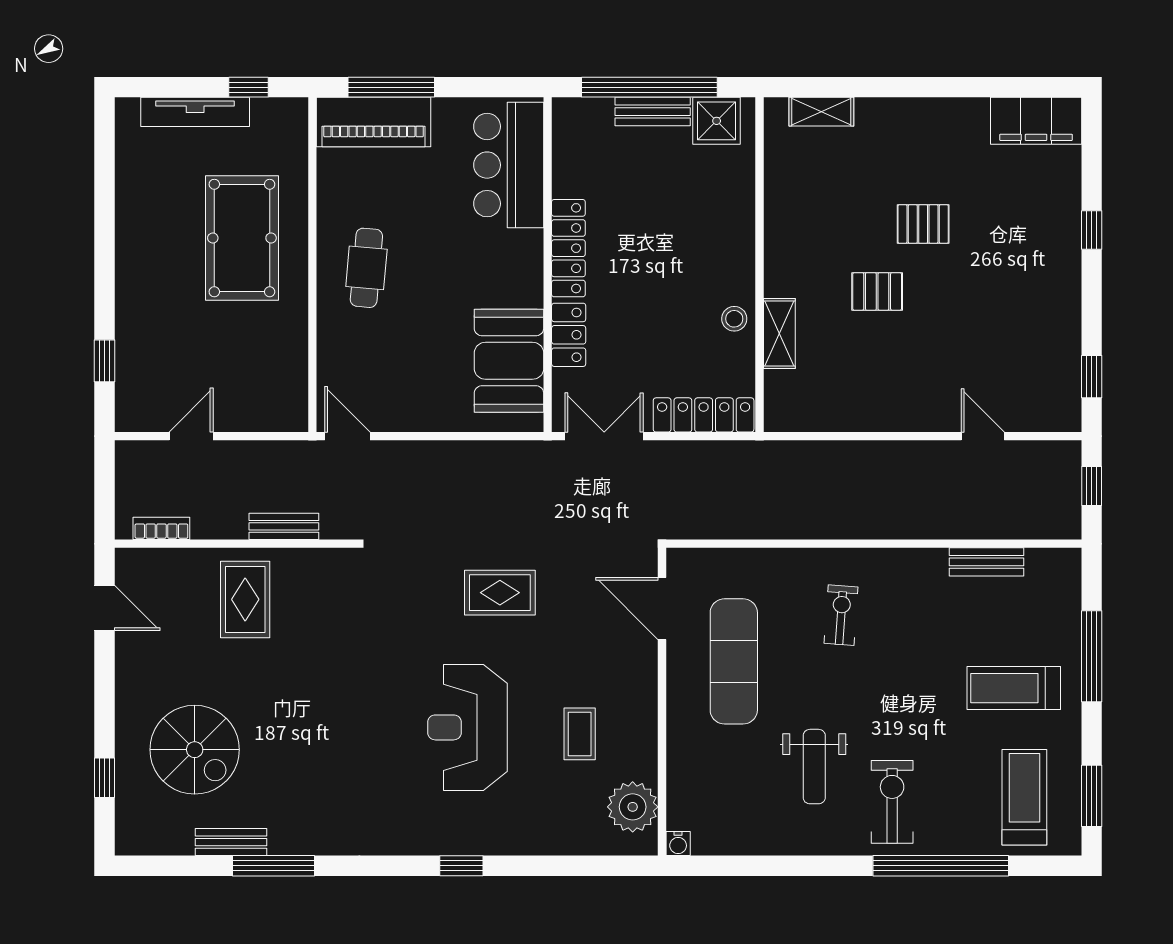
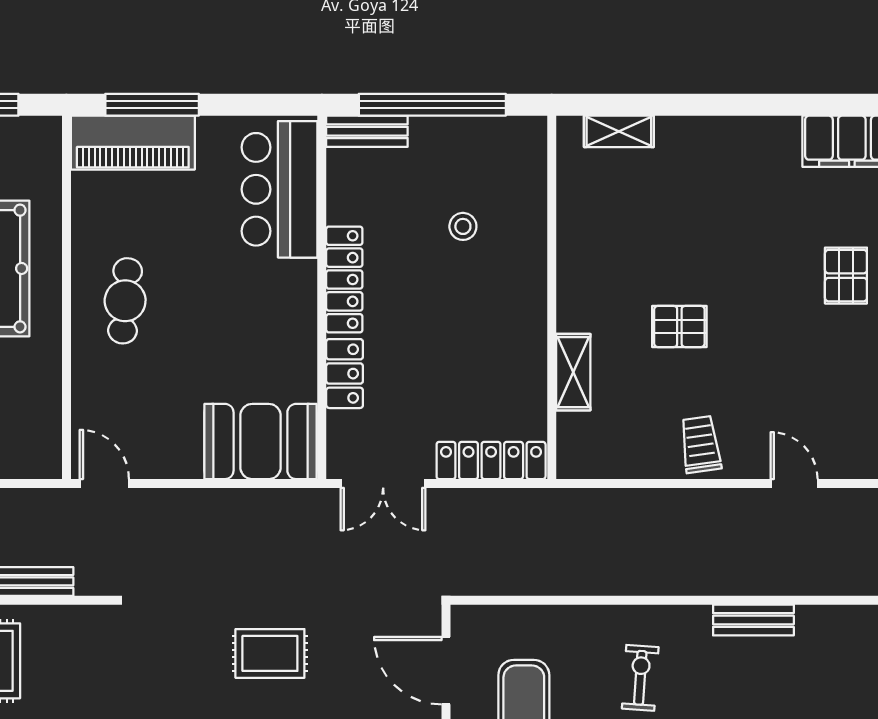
bench: (653, 112) -> (367, 131), moved
shower: (717, 121) -> (505, 141), removed
pallet: (923, 224) -> (846, 276), moved, turned 90
stool: (734, 319) -> (463, 226), moved
booth: (509, 361) -> (260, 441), moved, turned 90
trolley: (897, 400) -> (701, 444), added
double door: (604, 436) -> (383, 483), swing flipped
bench: (986, 562) -> (753, 620), moved

